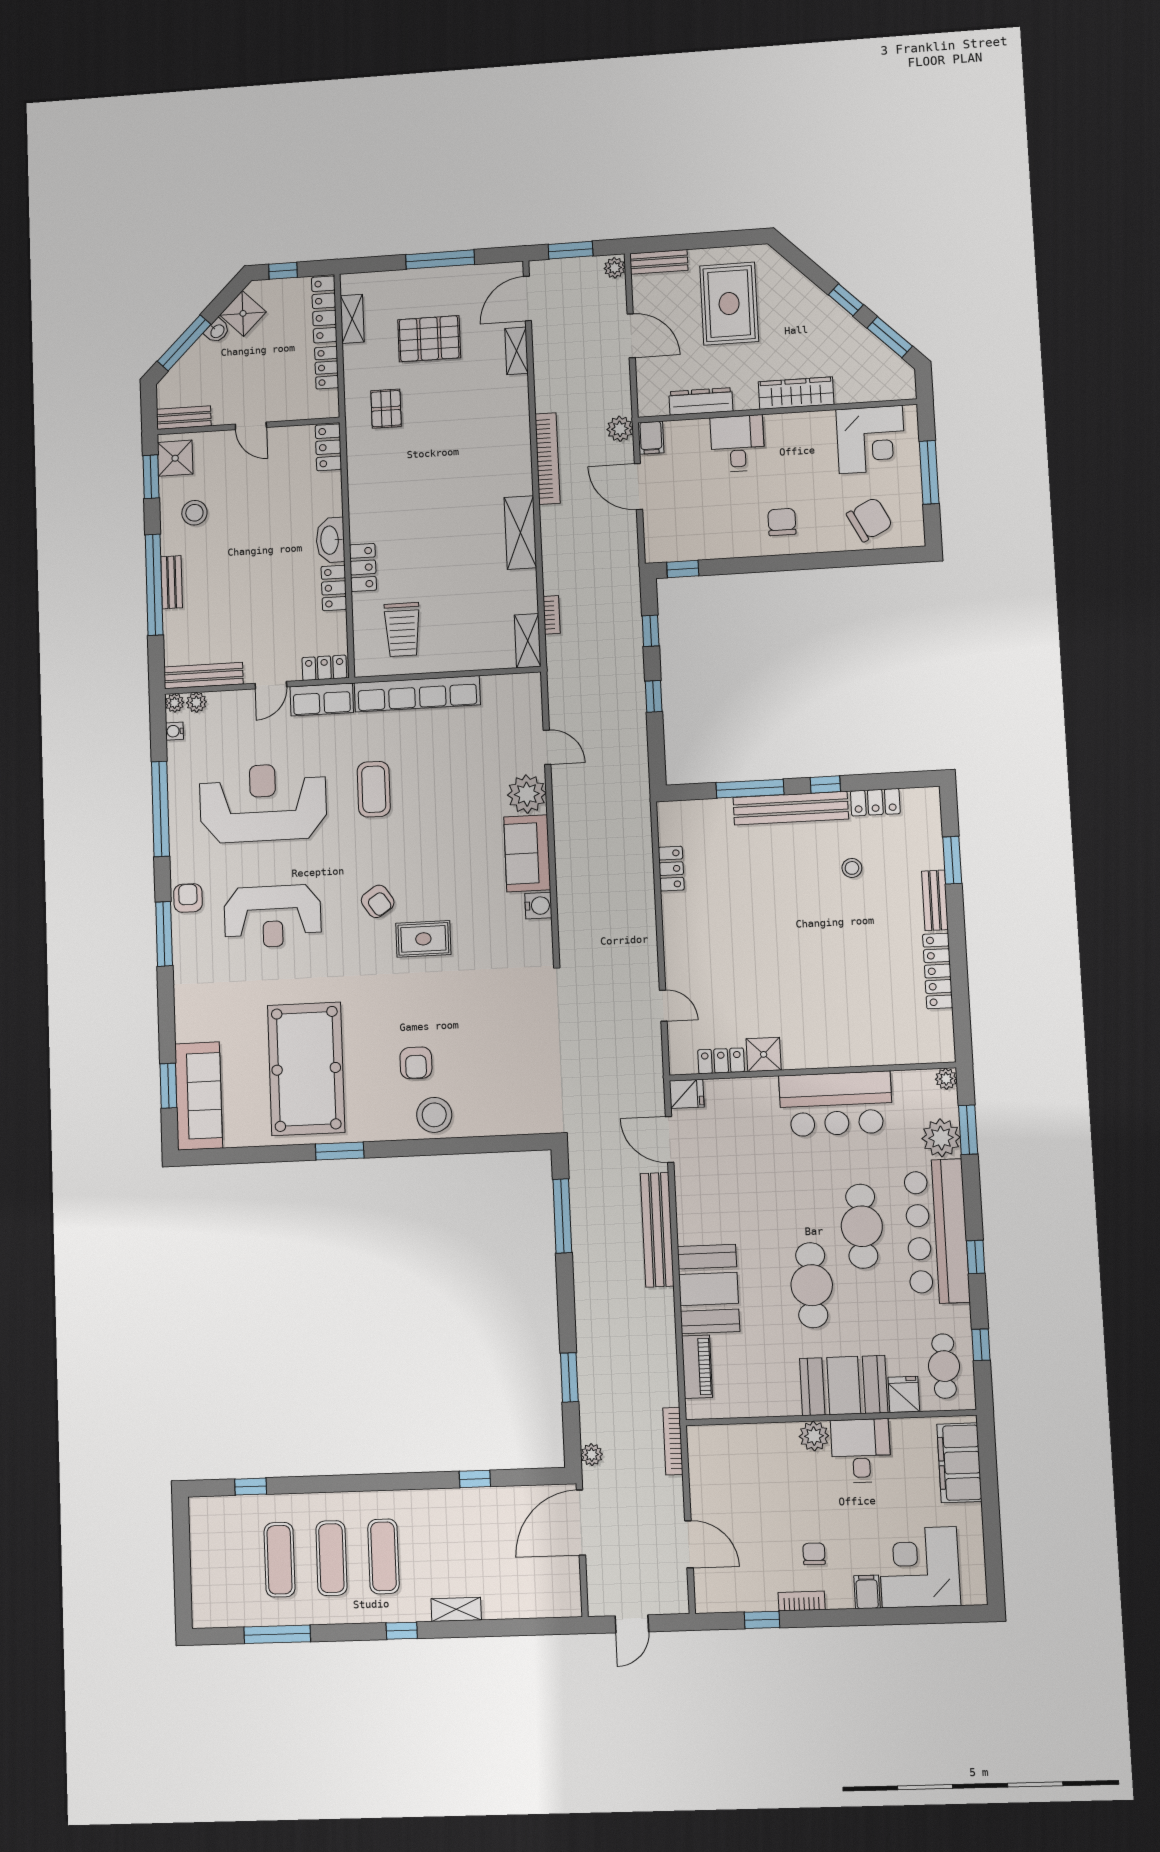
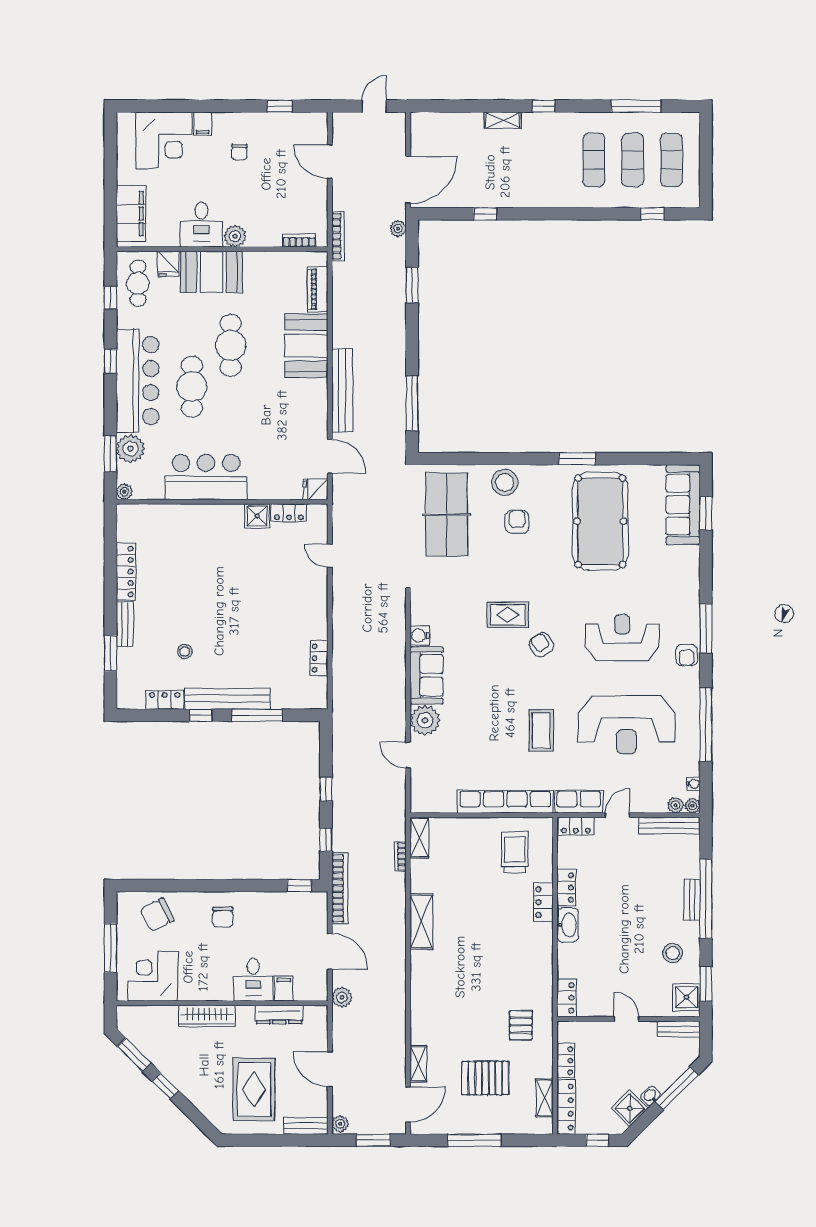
filing cabinet: (651, 438) -> (284, 989), moved
bookcase: (548, 459) -> (340, 888), moved, turned 180
table tennis table: (510, 1068) -> (447, 515), added
exercise mat: (383, 1556) -> (671, 160), moved
bookcase: (802, 1601) -> (299, 240), moved, turned 180

